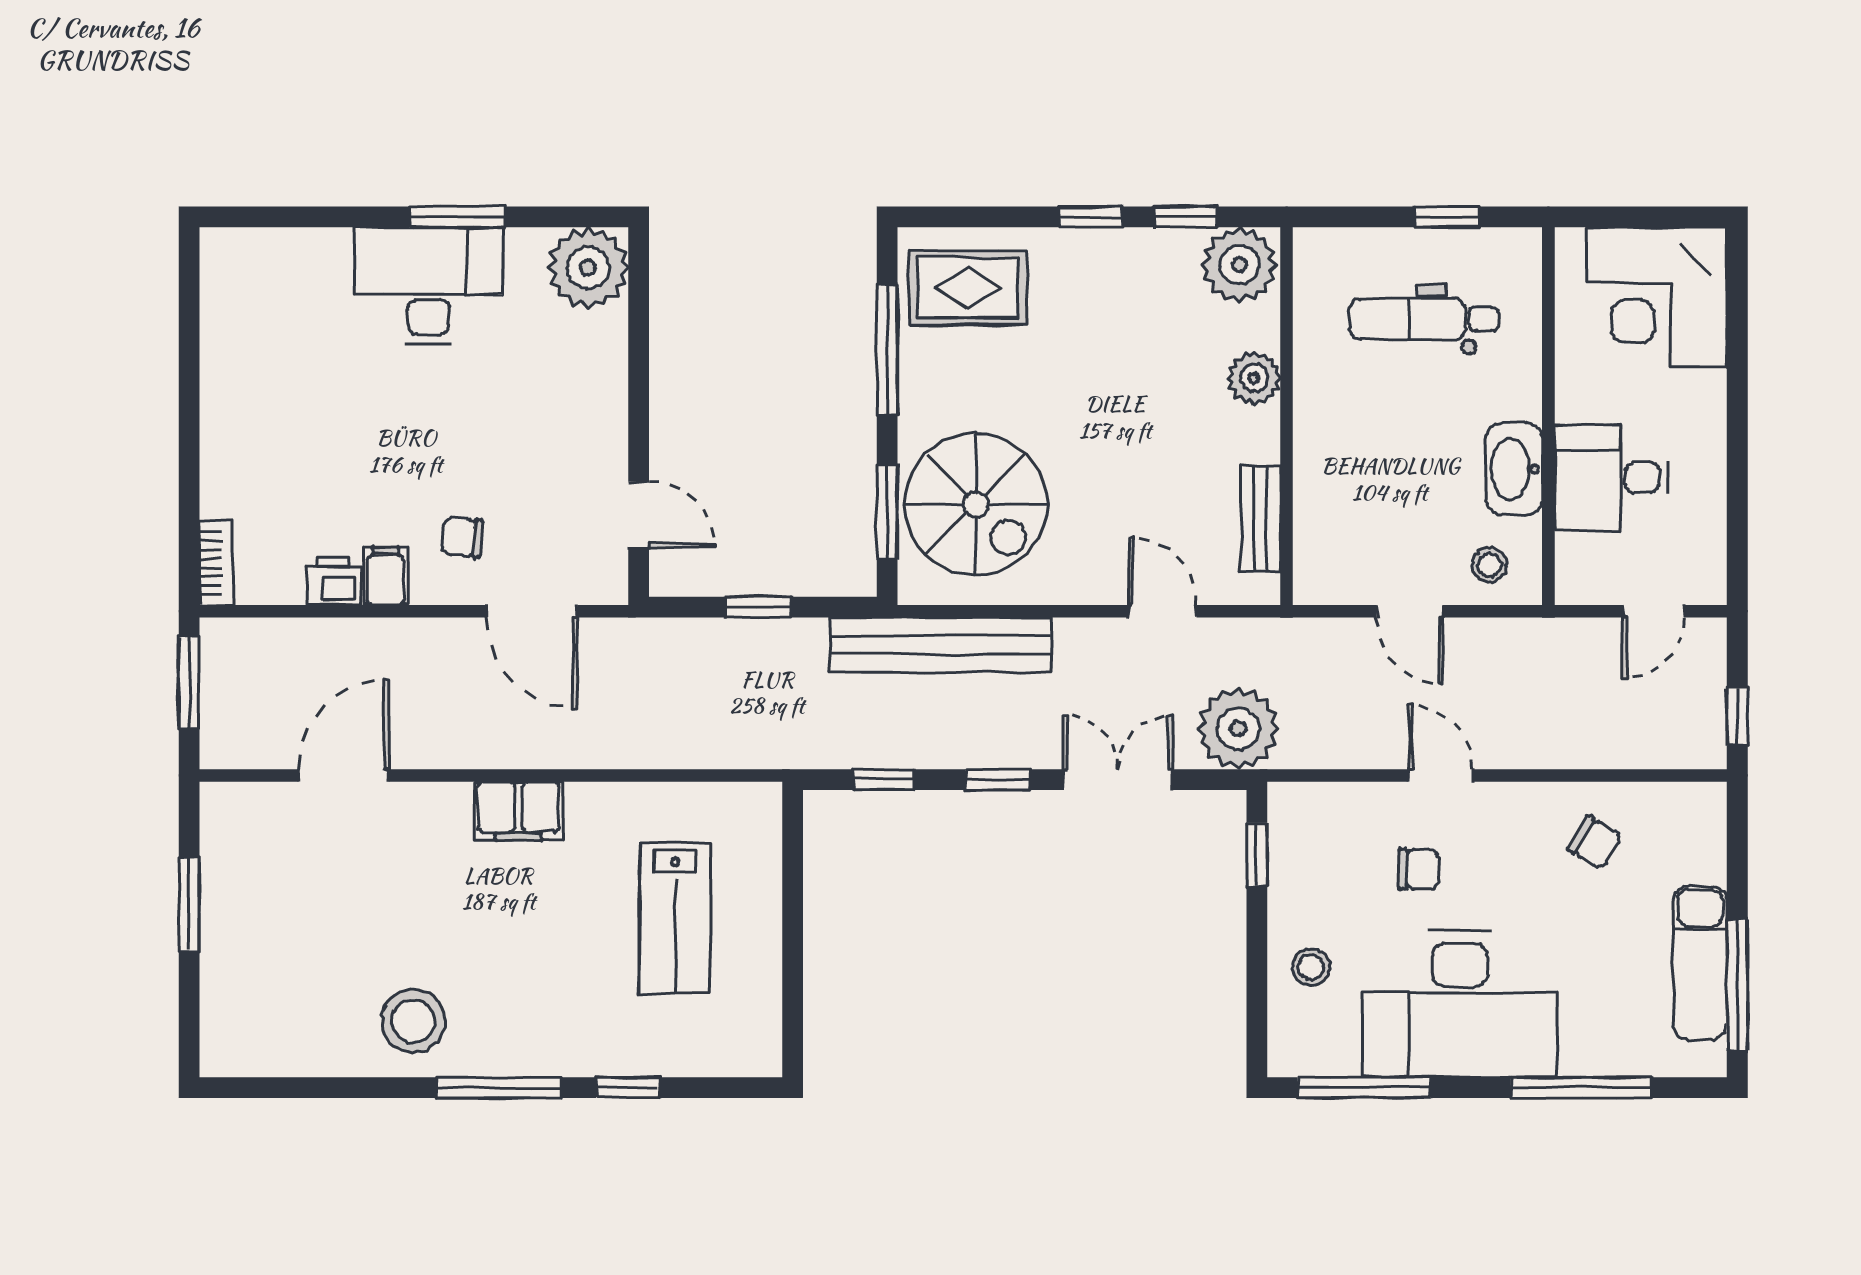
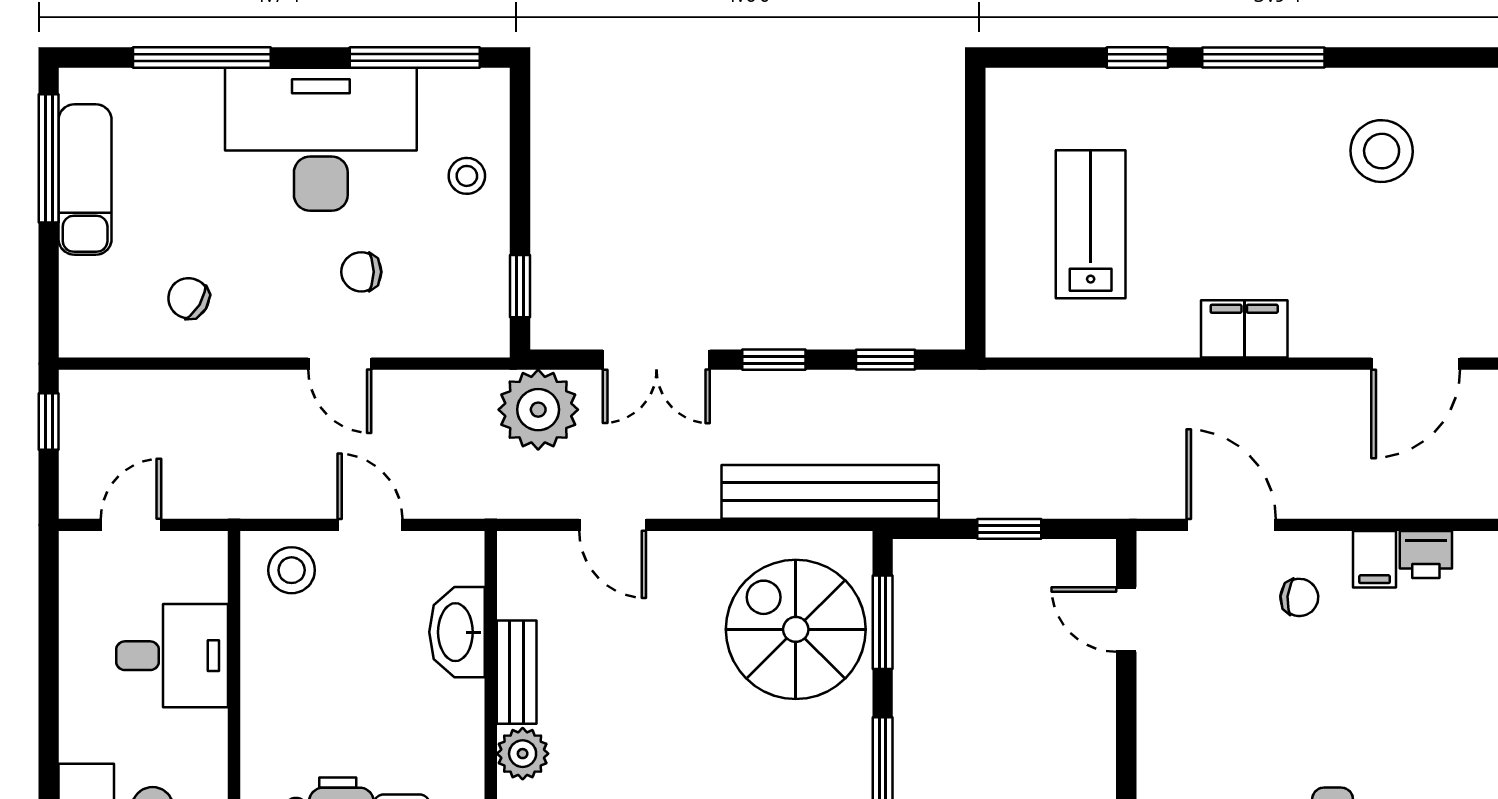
washbasin: (1514, 469) -> (457, 632), moved, turned 180
bench: (1260, 519) -> (517, 672), moved
stool: (1490, 565) -> (292, 570), width x1.37, depth x1.37
stool: (413, 1021) -> (1382, 151), moved

